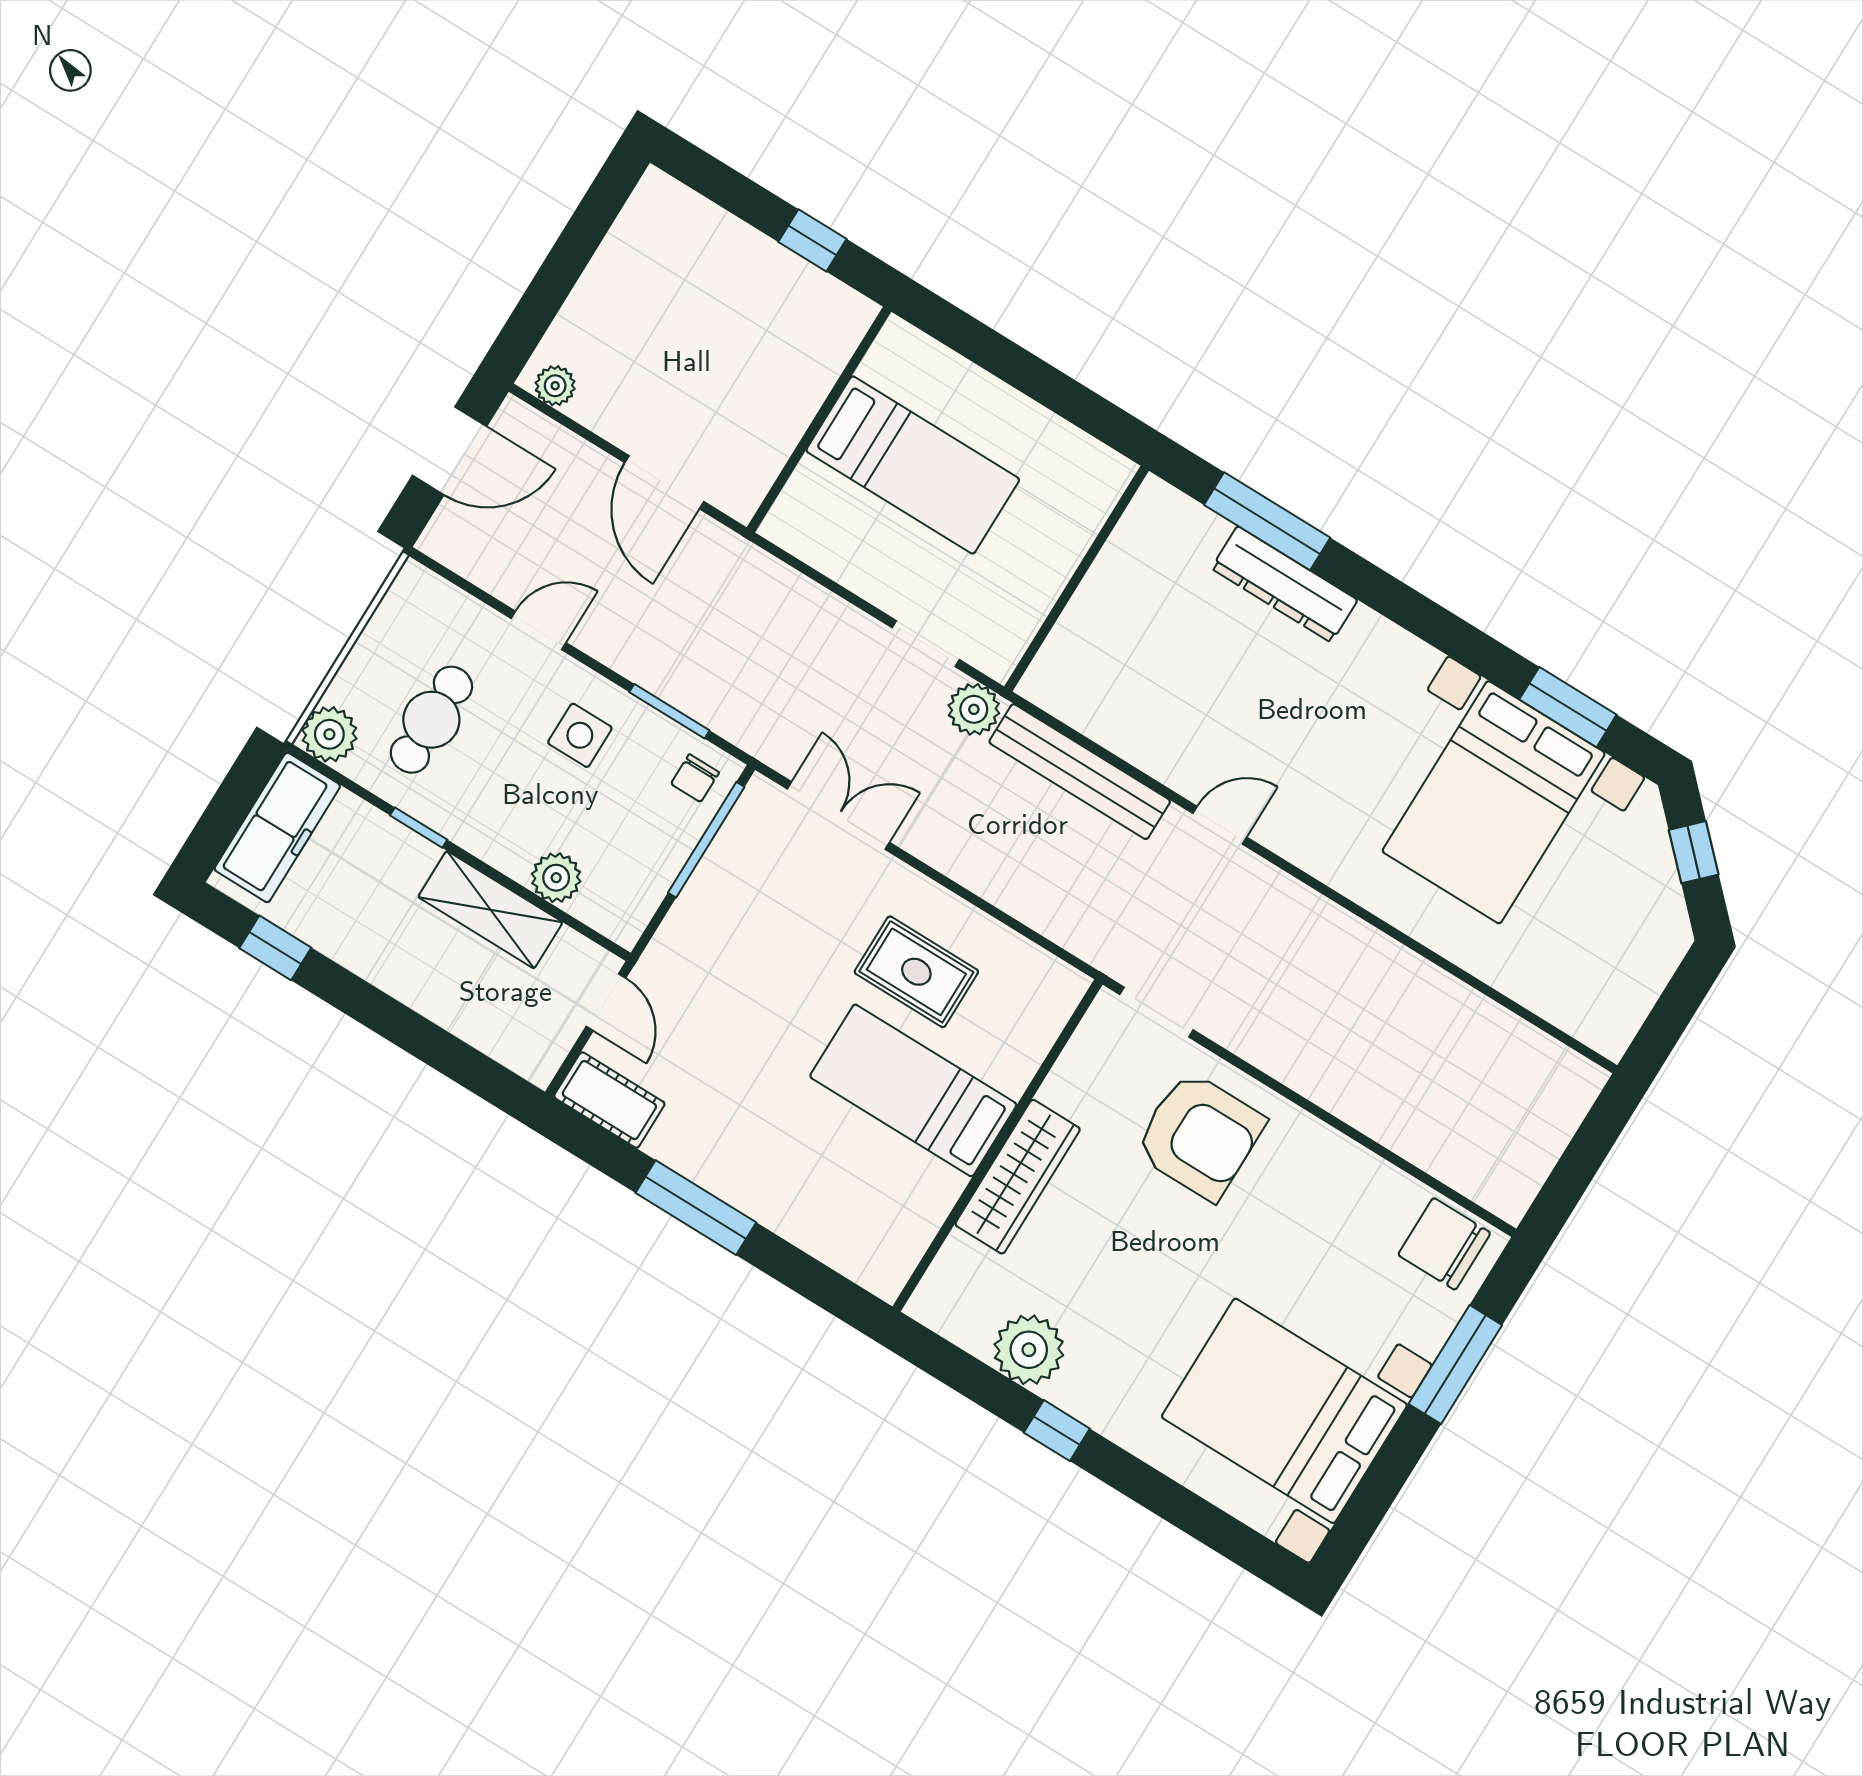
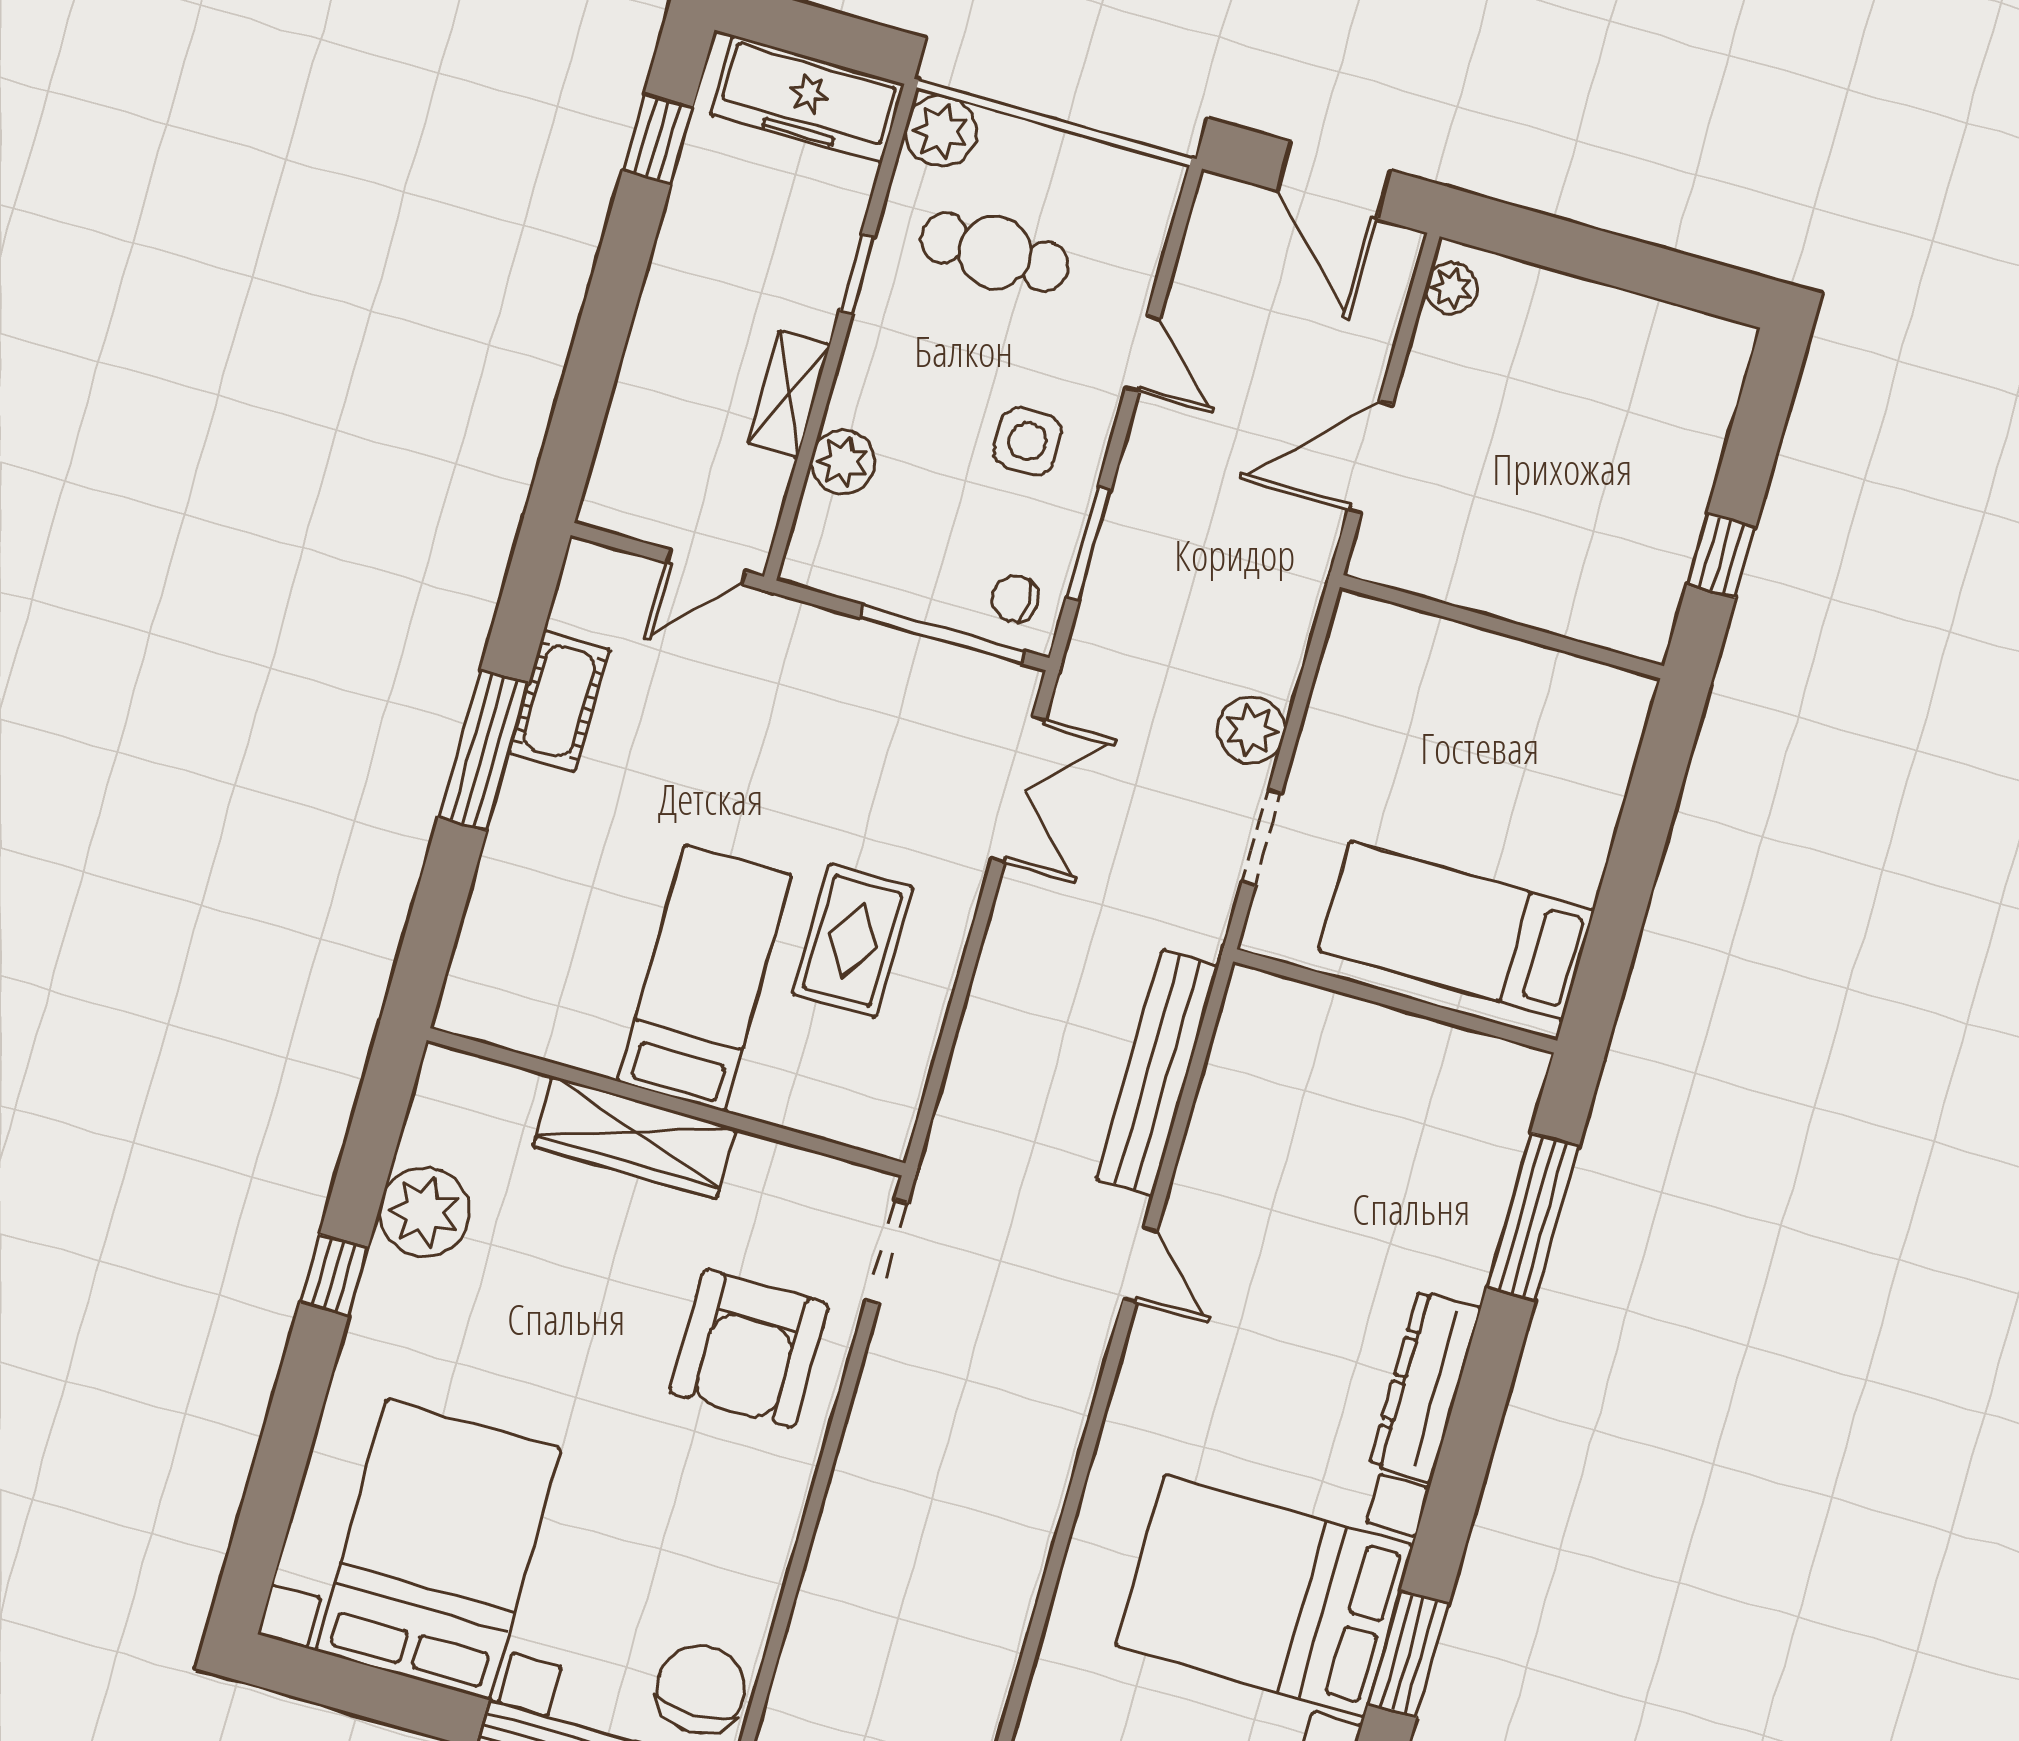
bed: (913, 465) -> (1457, 930), moved, turned 90
dresser: (1284, 584) -> (1425, 1386), moved
plant: (974, 709) -> (1251, 730), moved
shelving: (490, 910) -> (789, 394), width x0.67, depth x0.75
cot: (609, 1100) -> (559, 701), moved

